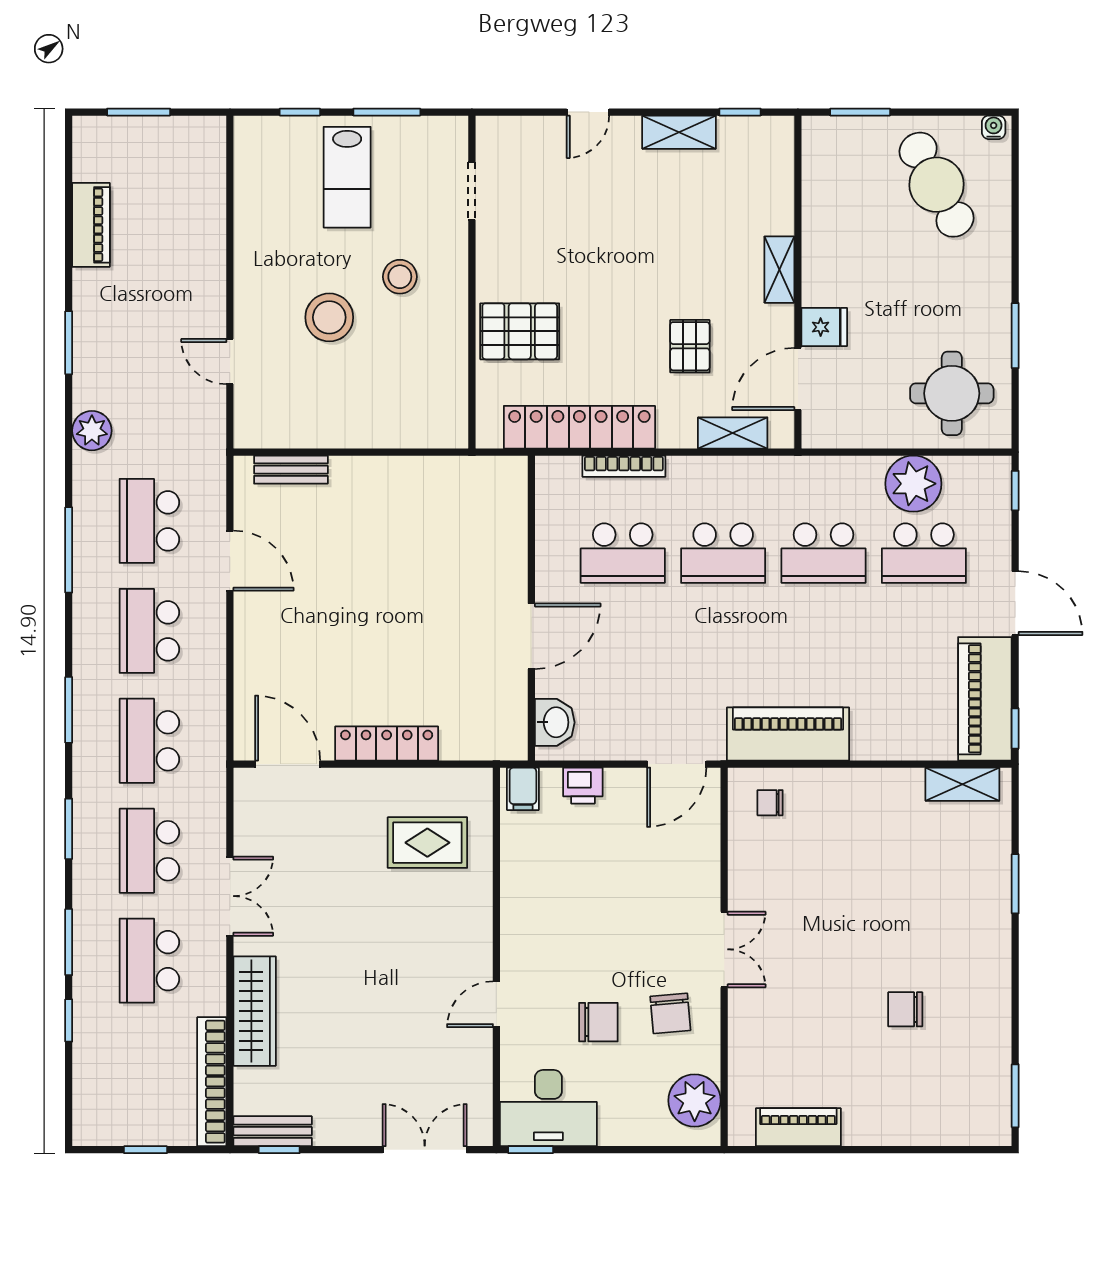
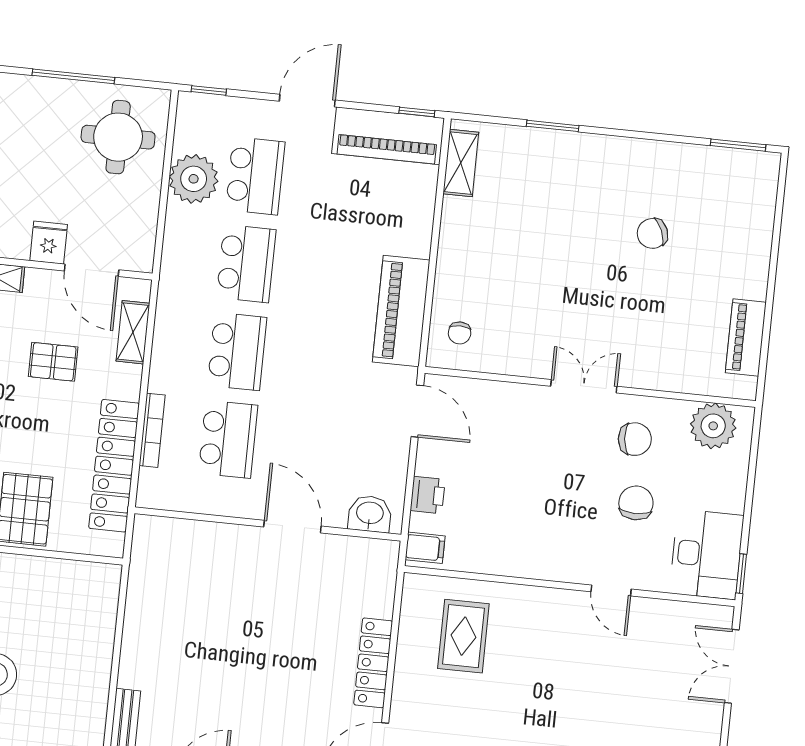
window: (1015, 336) -> (73, 76), width x1.44
chair: (905, 1009) -> (652, 233), turned 67

